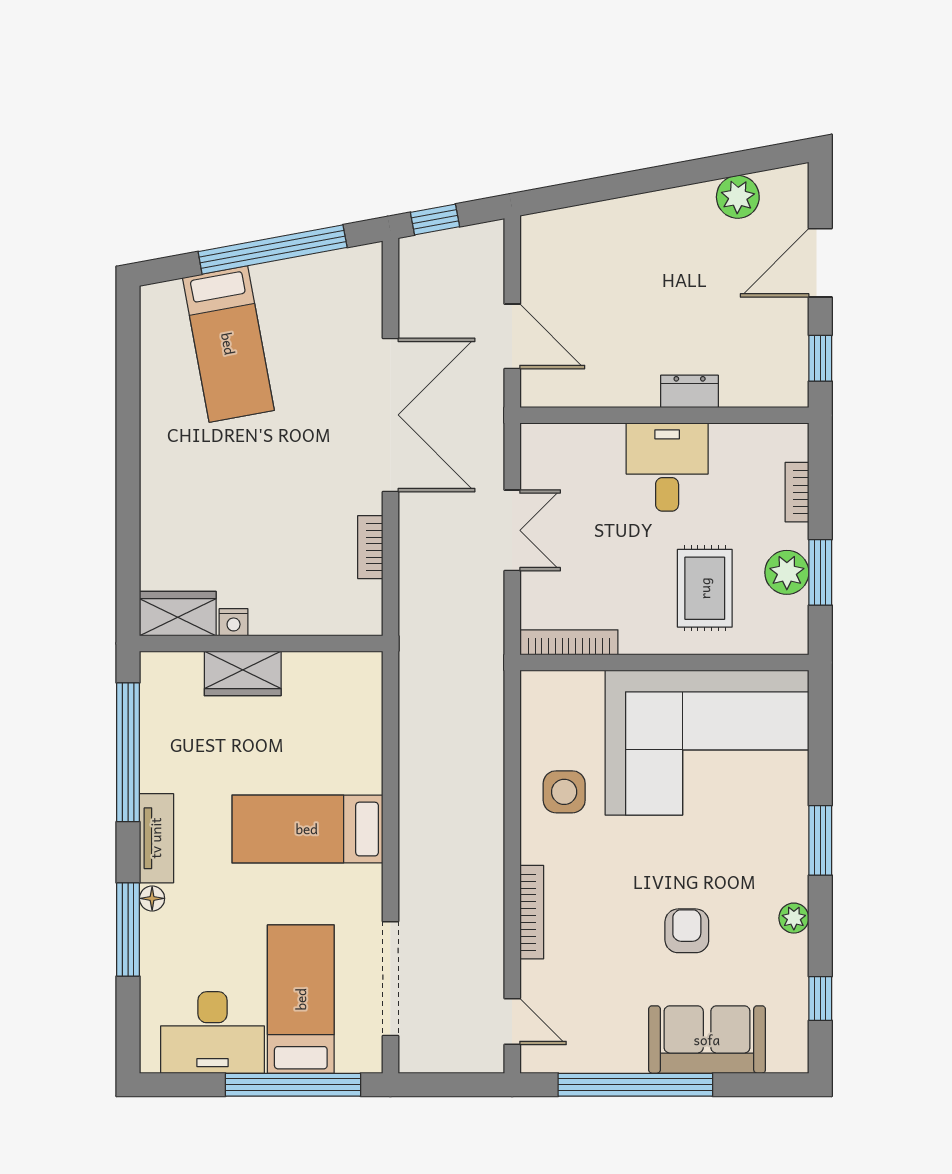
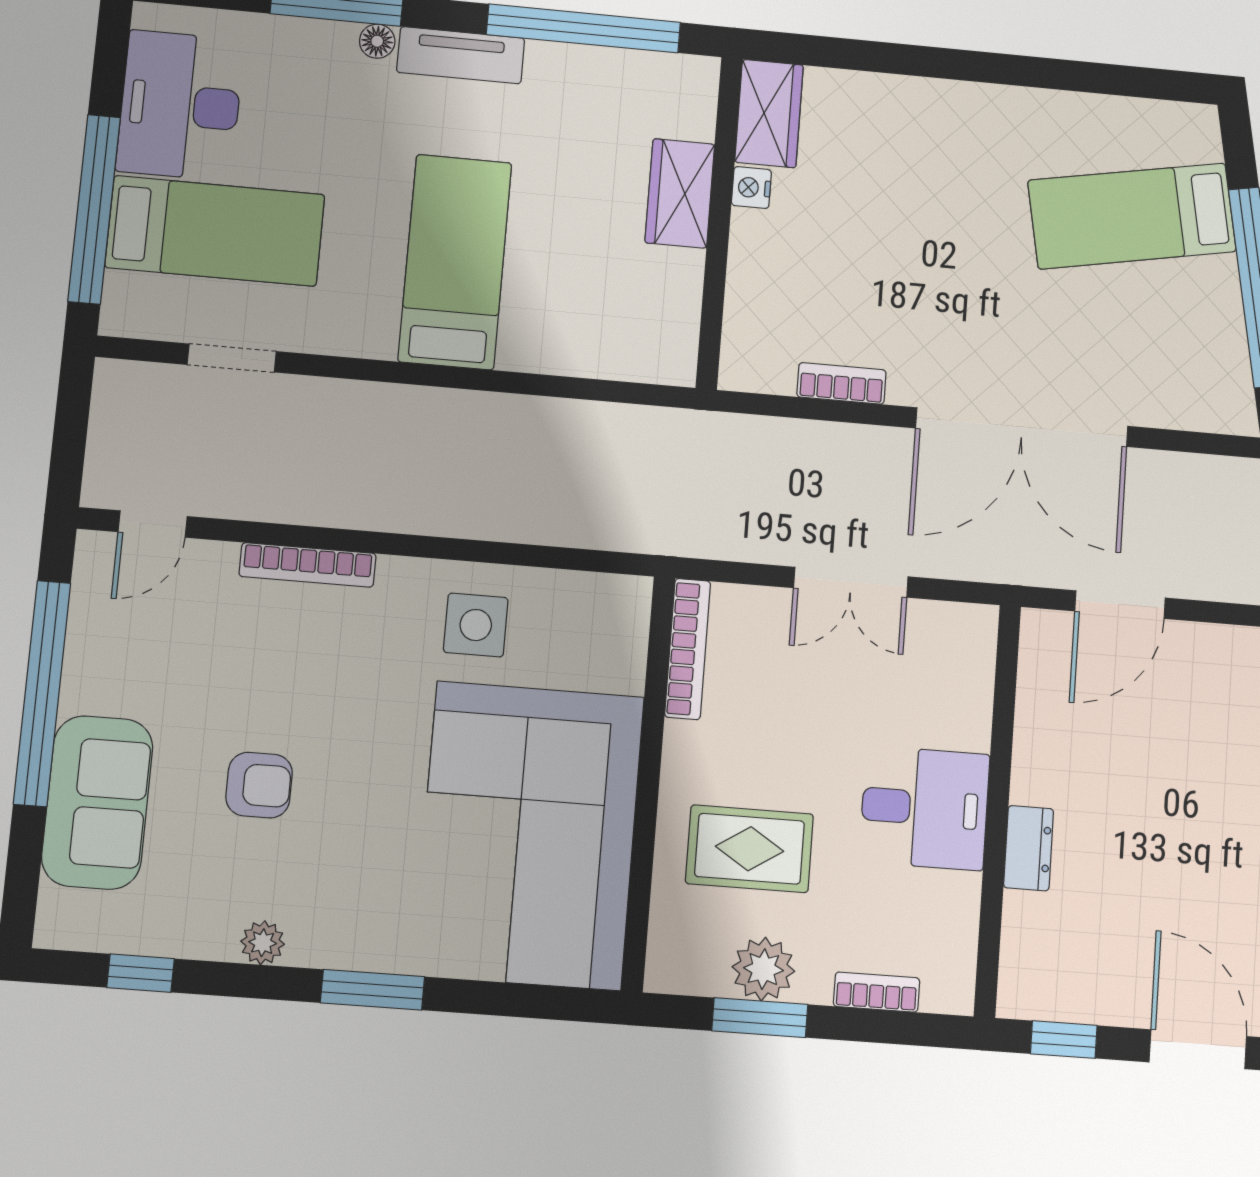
doorway: (390, 979) -> (232, 358), width x0.53

